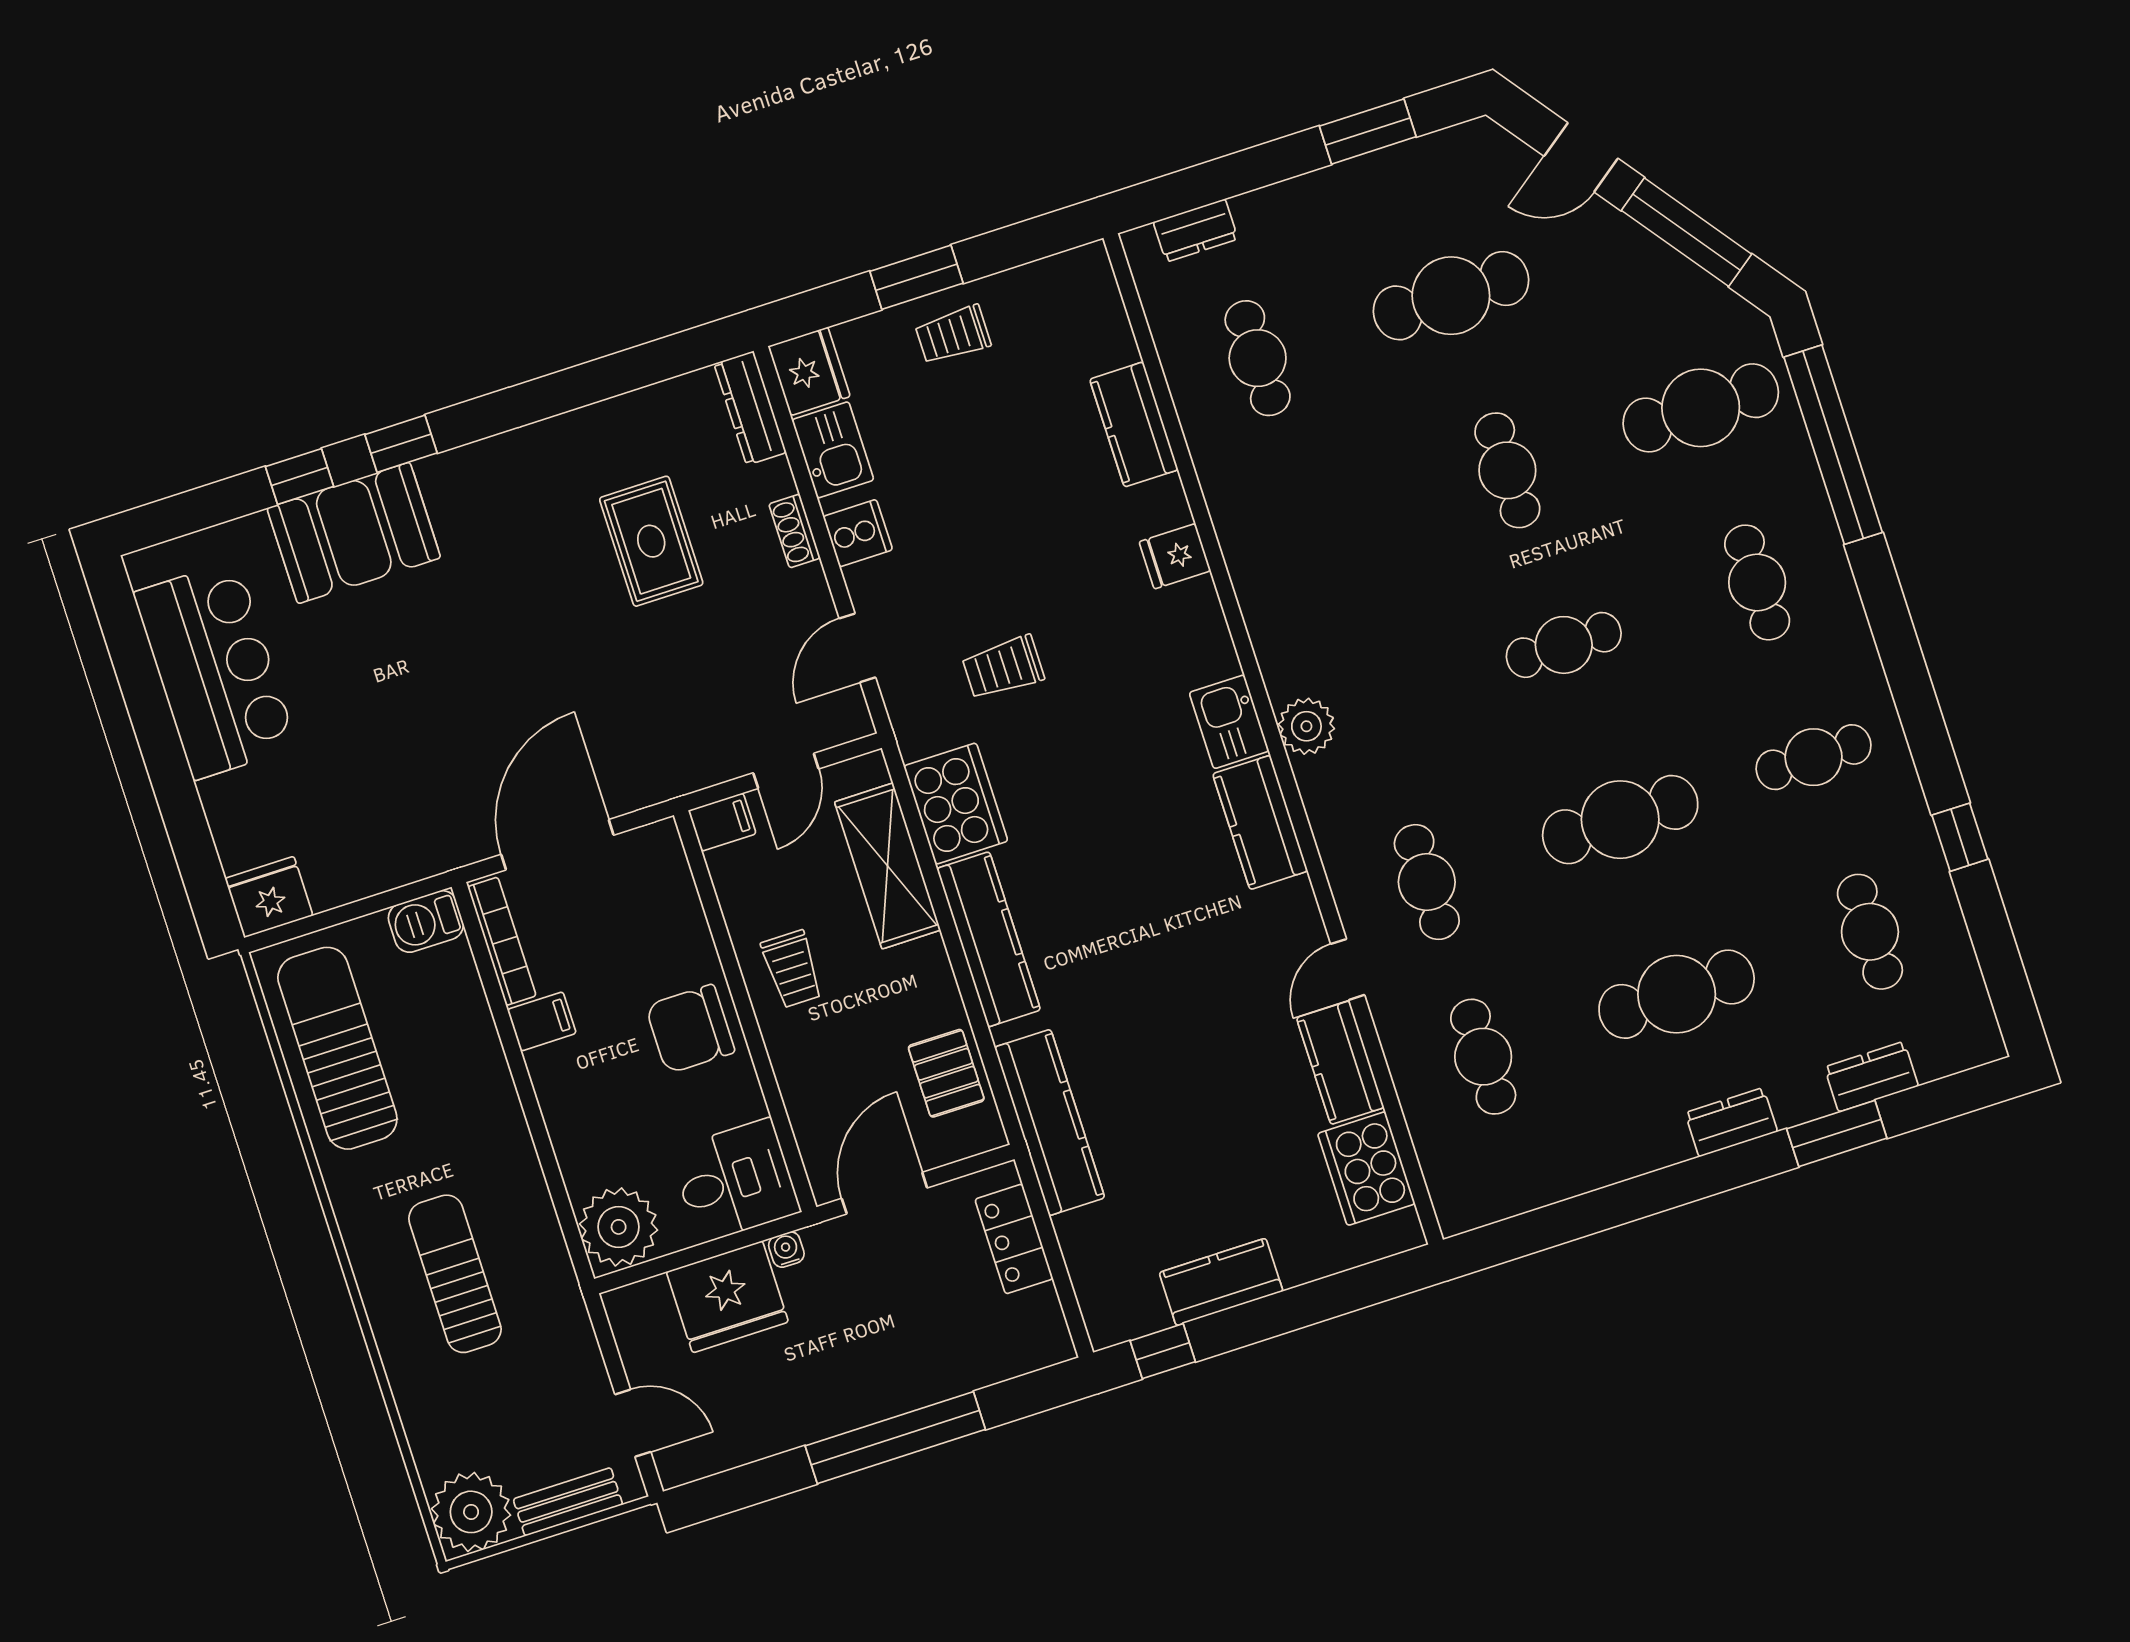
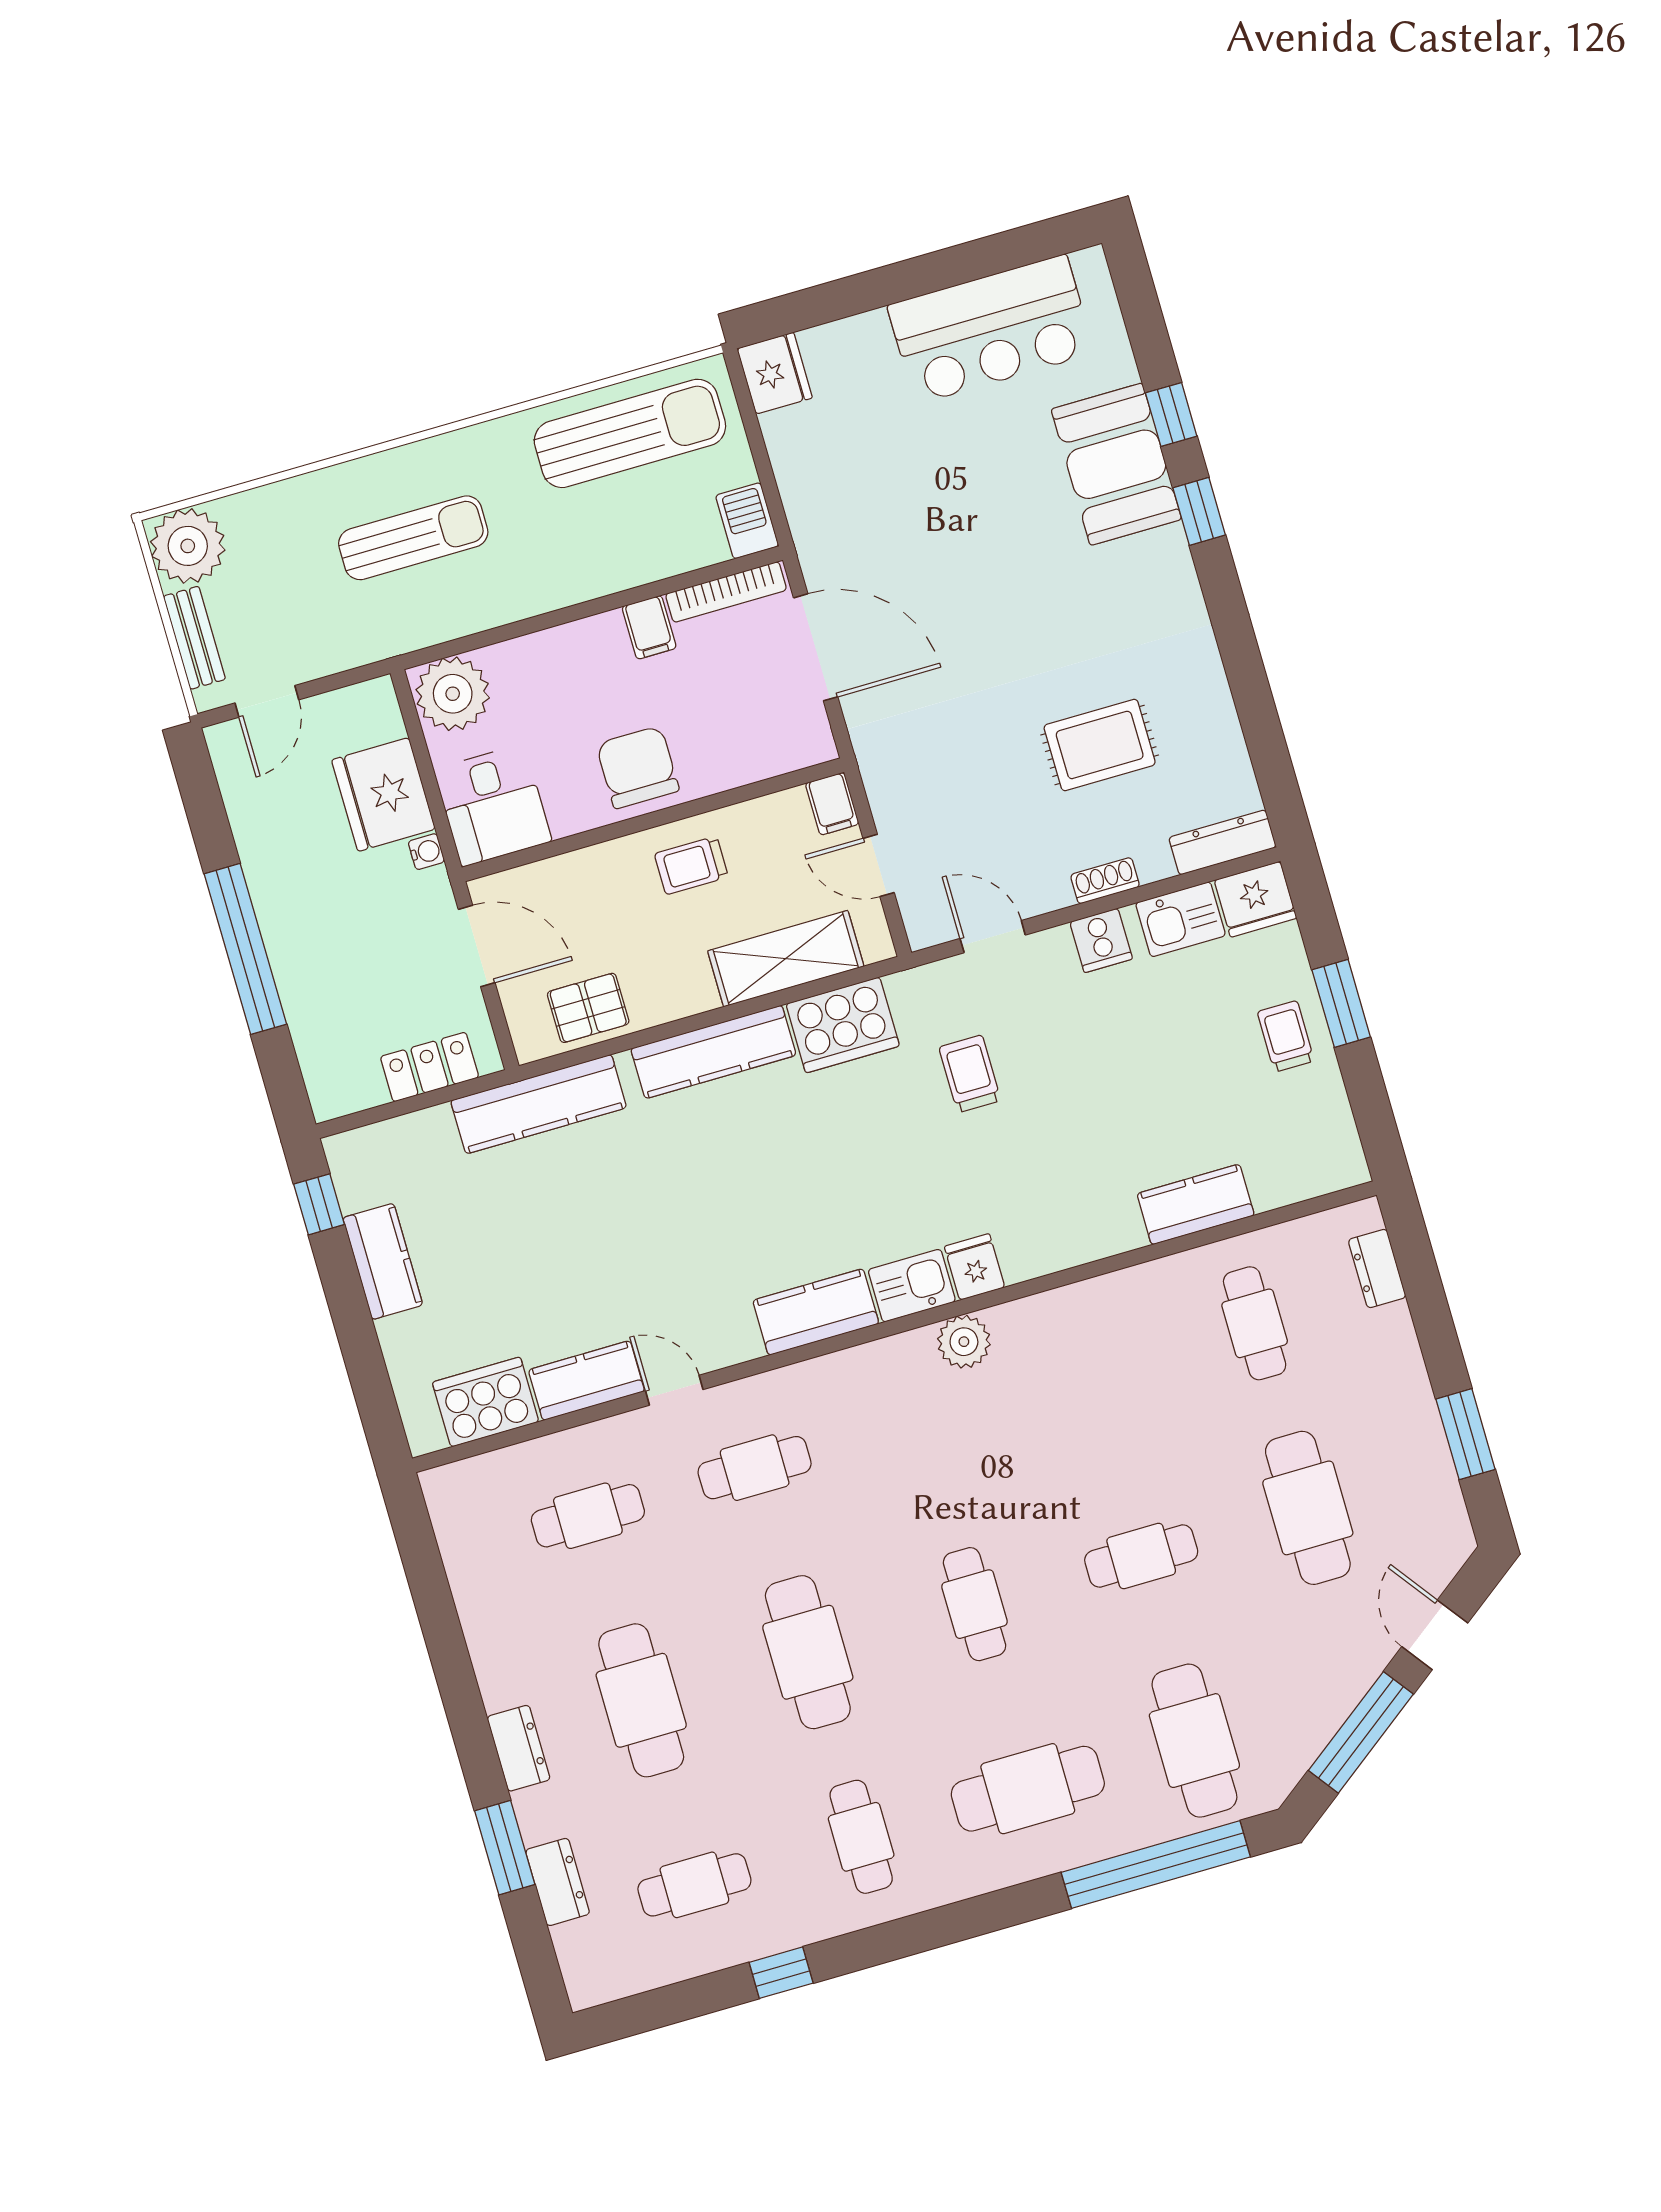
cafe table: (1258, 358) -> (1255, 1323), turned 90
fridge: (1175, 556) -> (975, 1267), moved
cafe table: (1757, 582) -> (1028, 1789), width x1.37, depth x1.35
plant: (1306, 726) -> (964, 1342), moved

